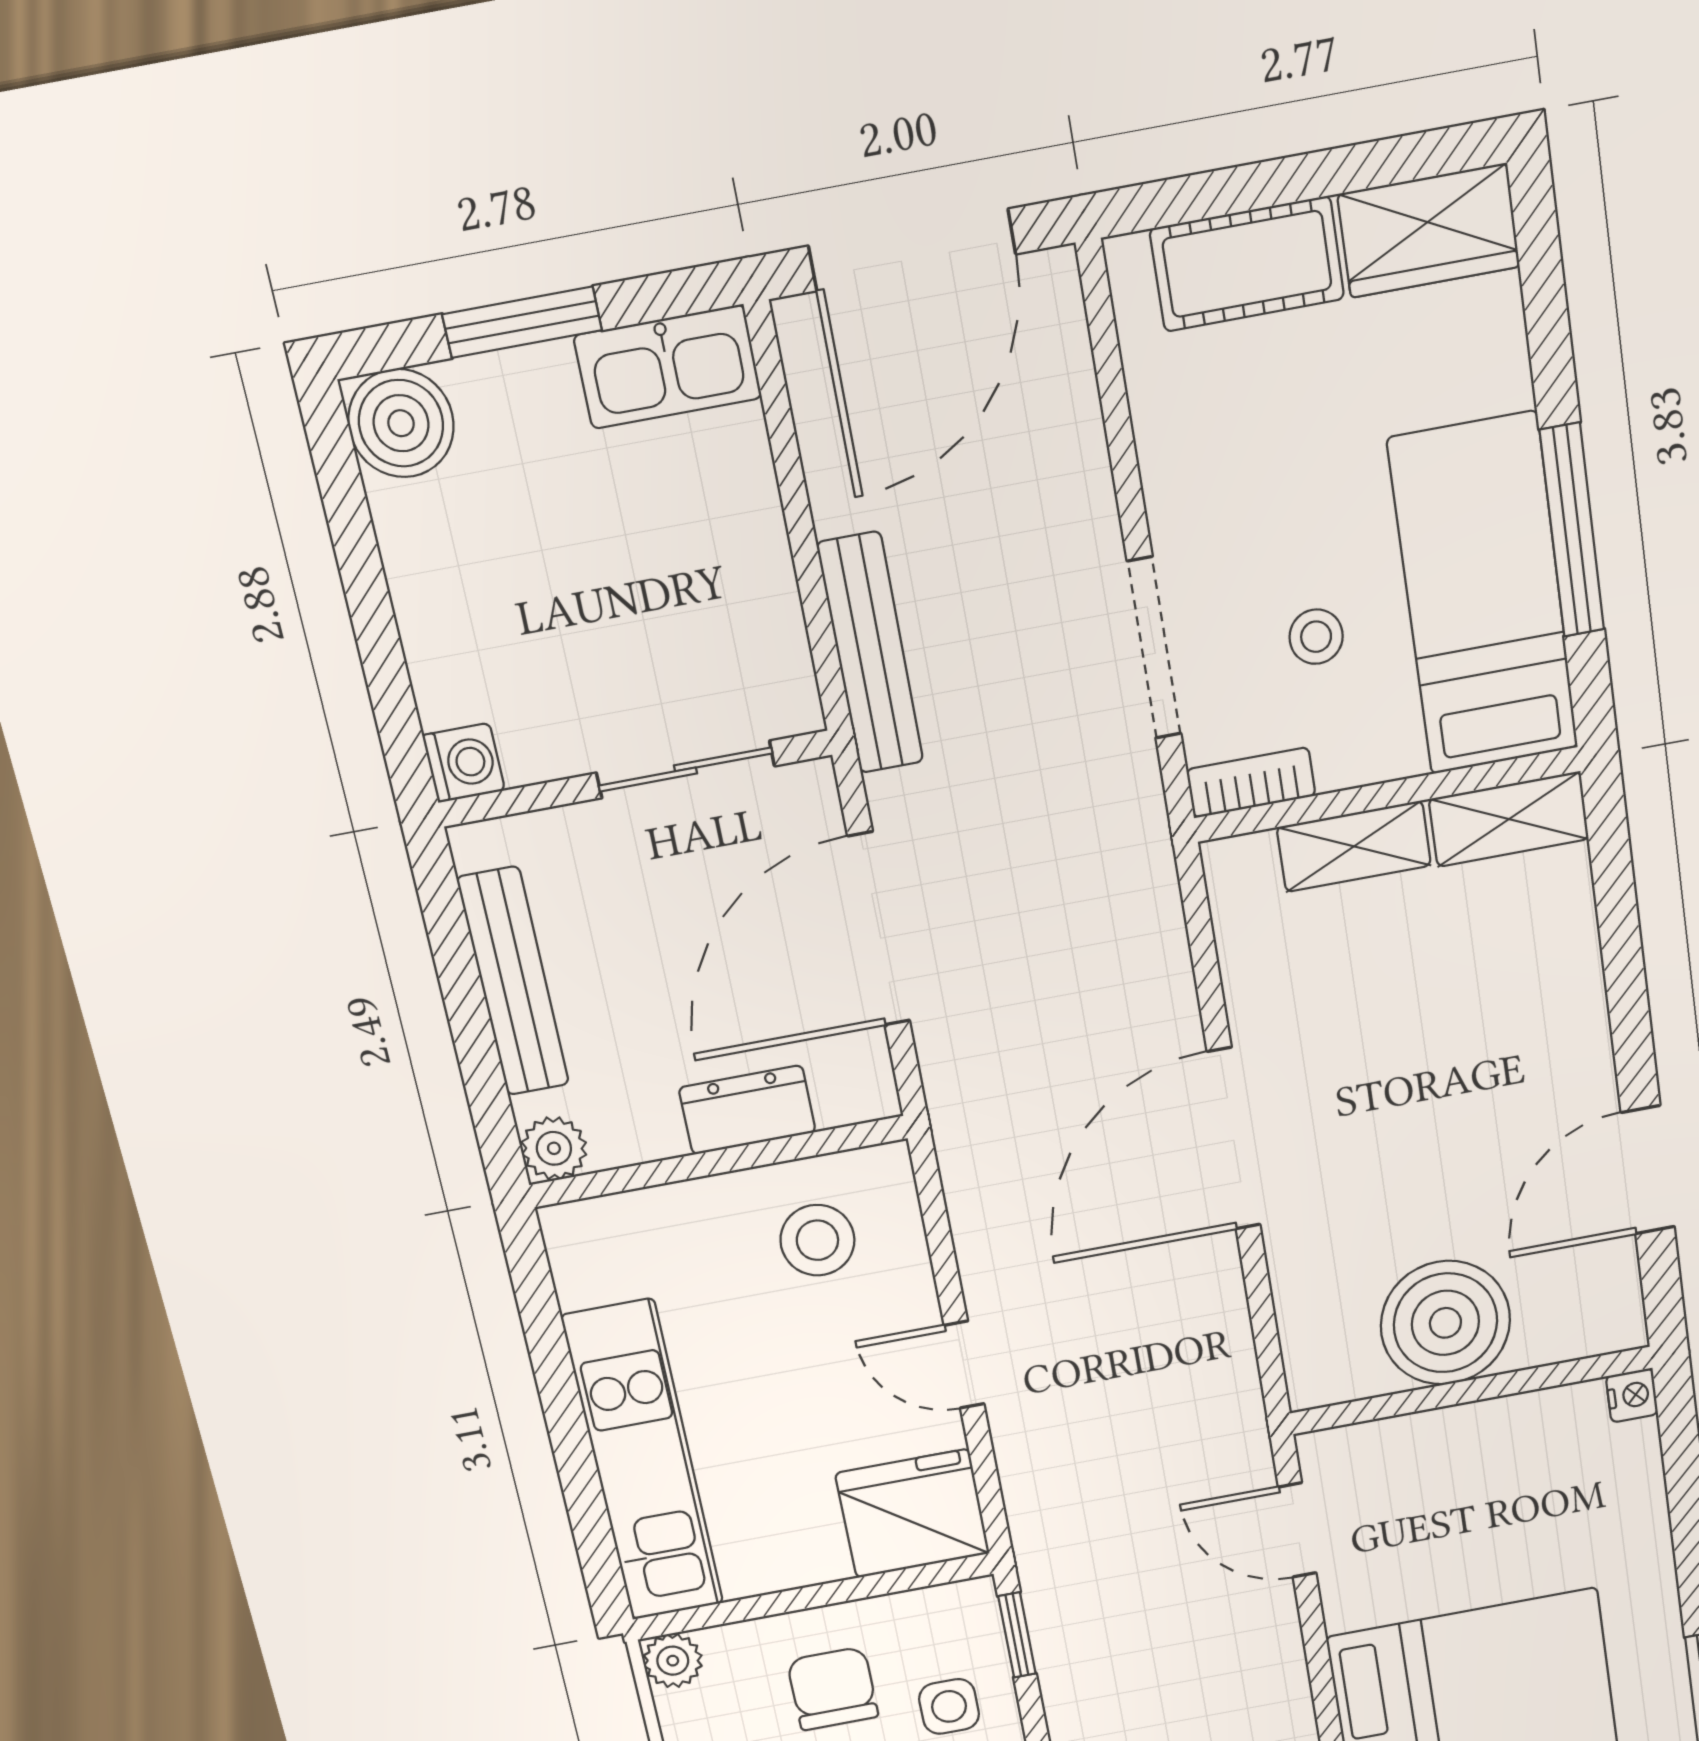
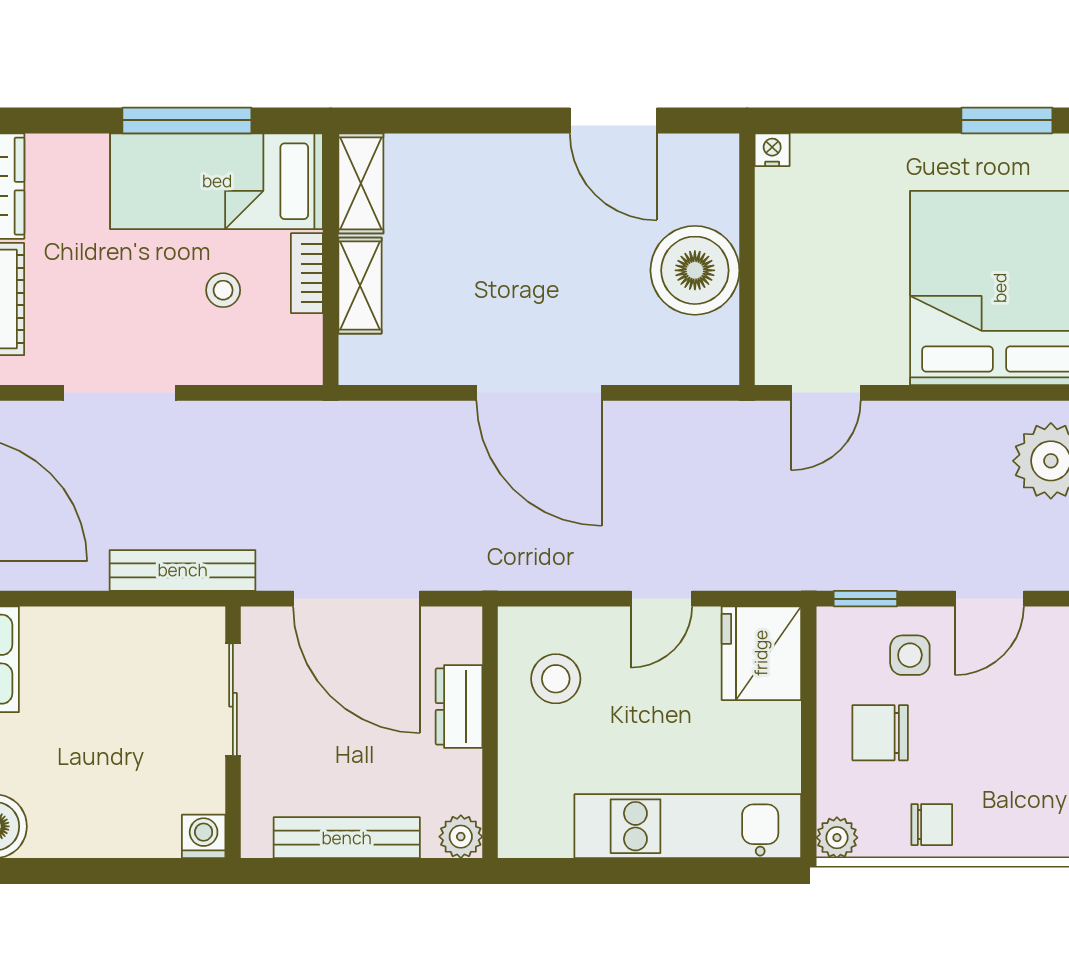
doorway: (1154, 648) -> (120, 393), moved
bookcase: (1251, 783) -> (307, 273), moved

